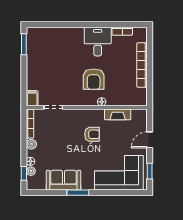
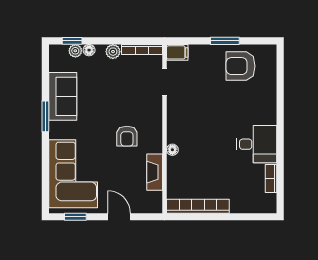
window: (24, 44) -> (225, 41), moved
bookcase: (142, 65) -> (198, 206), moved
armchair: (94, 79) -> (241, 66), moved

